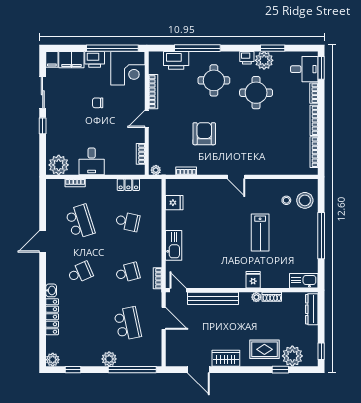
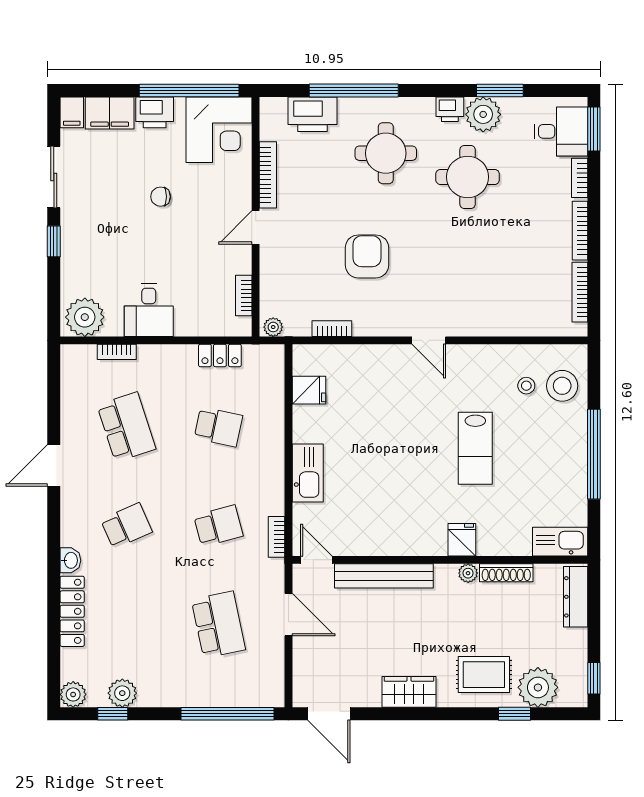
shoe rack: (272, 297) -> (506, 573), width x1.43
plant: (109, 359) -> (122, 693), moved
door: (198, 370) -> (329, 714), moved

